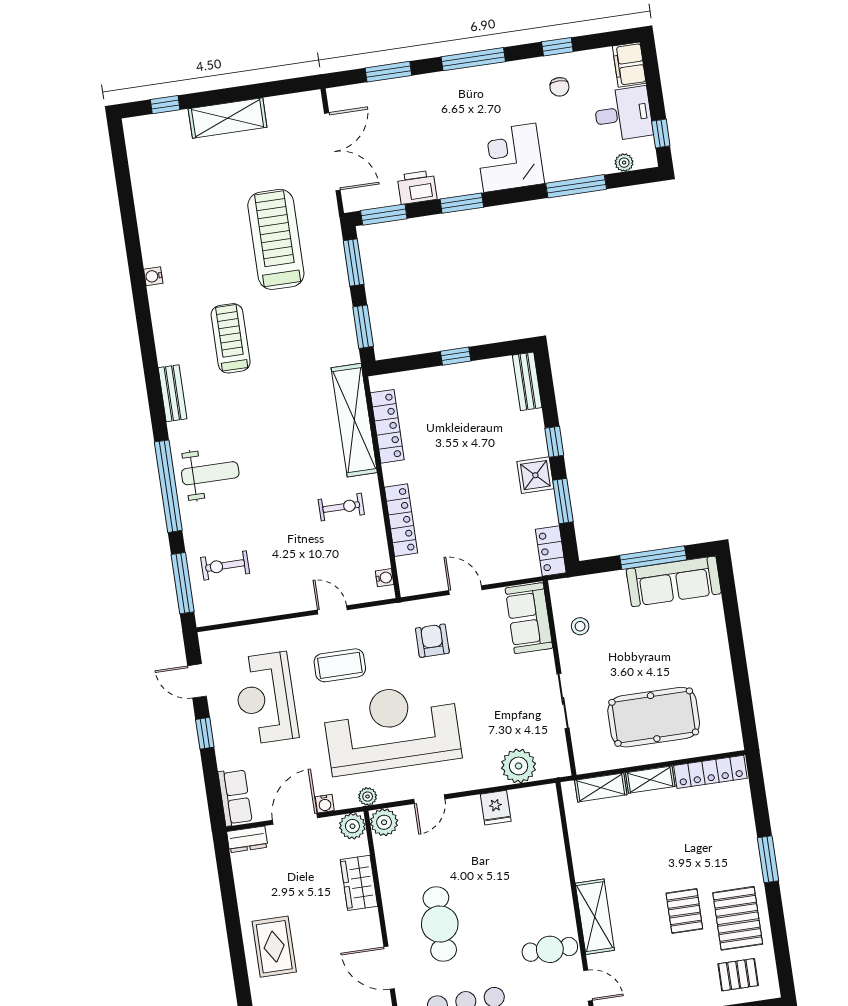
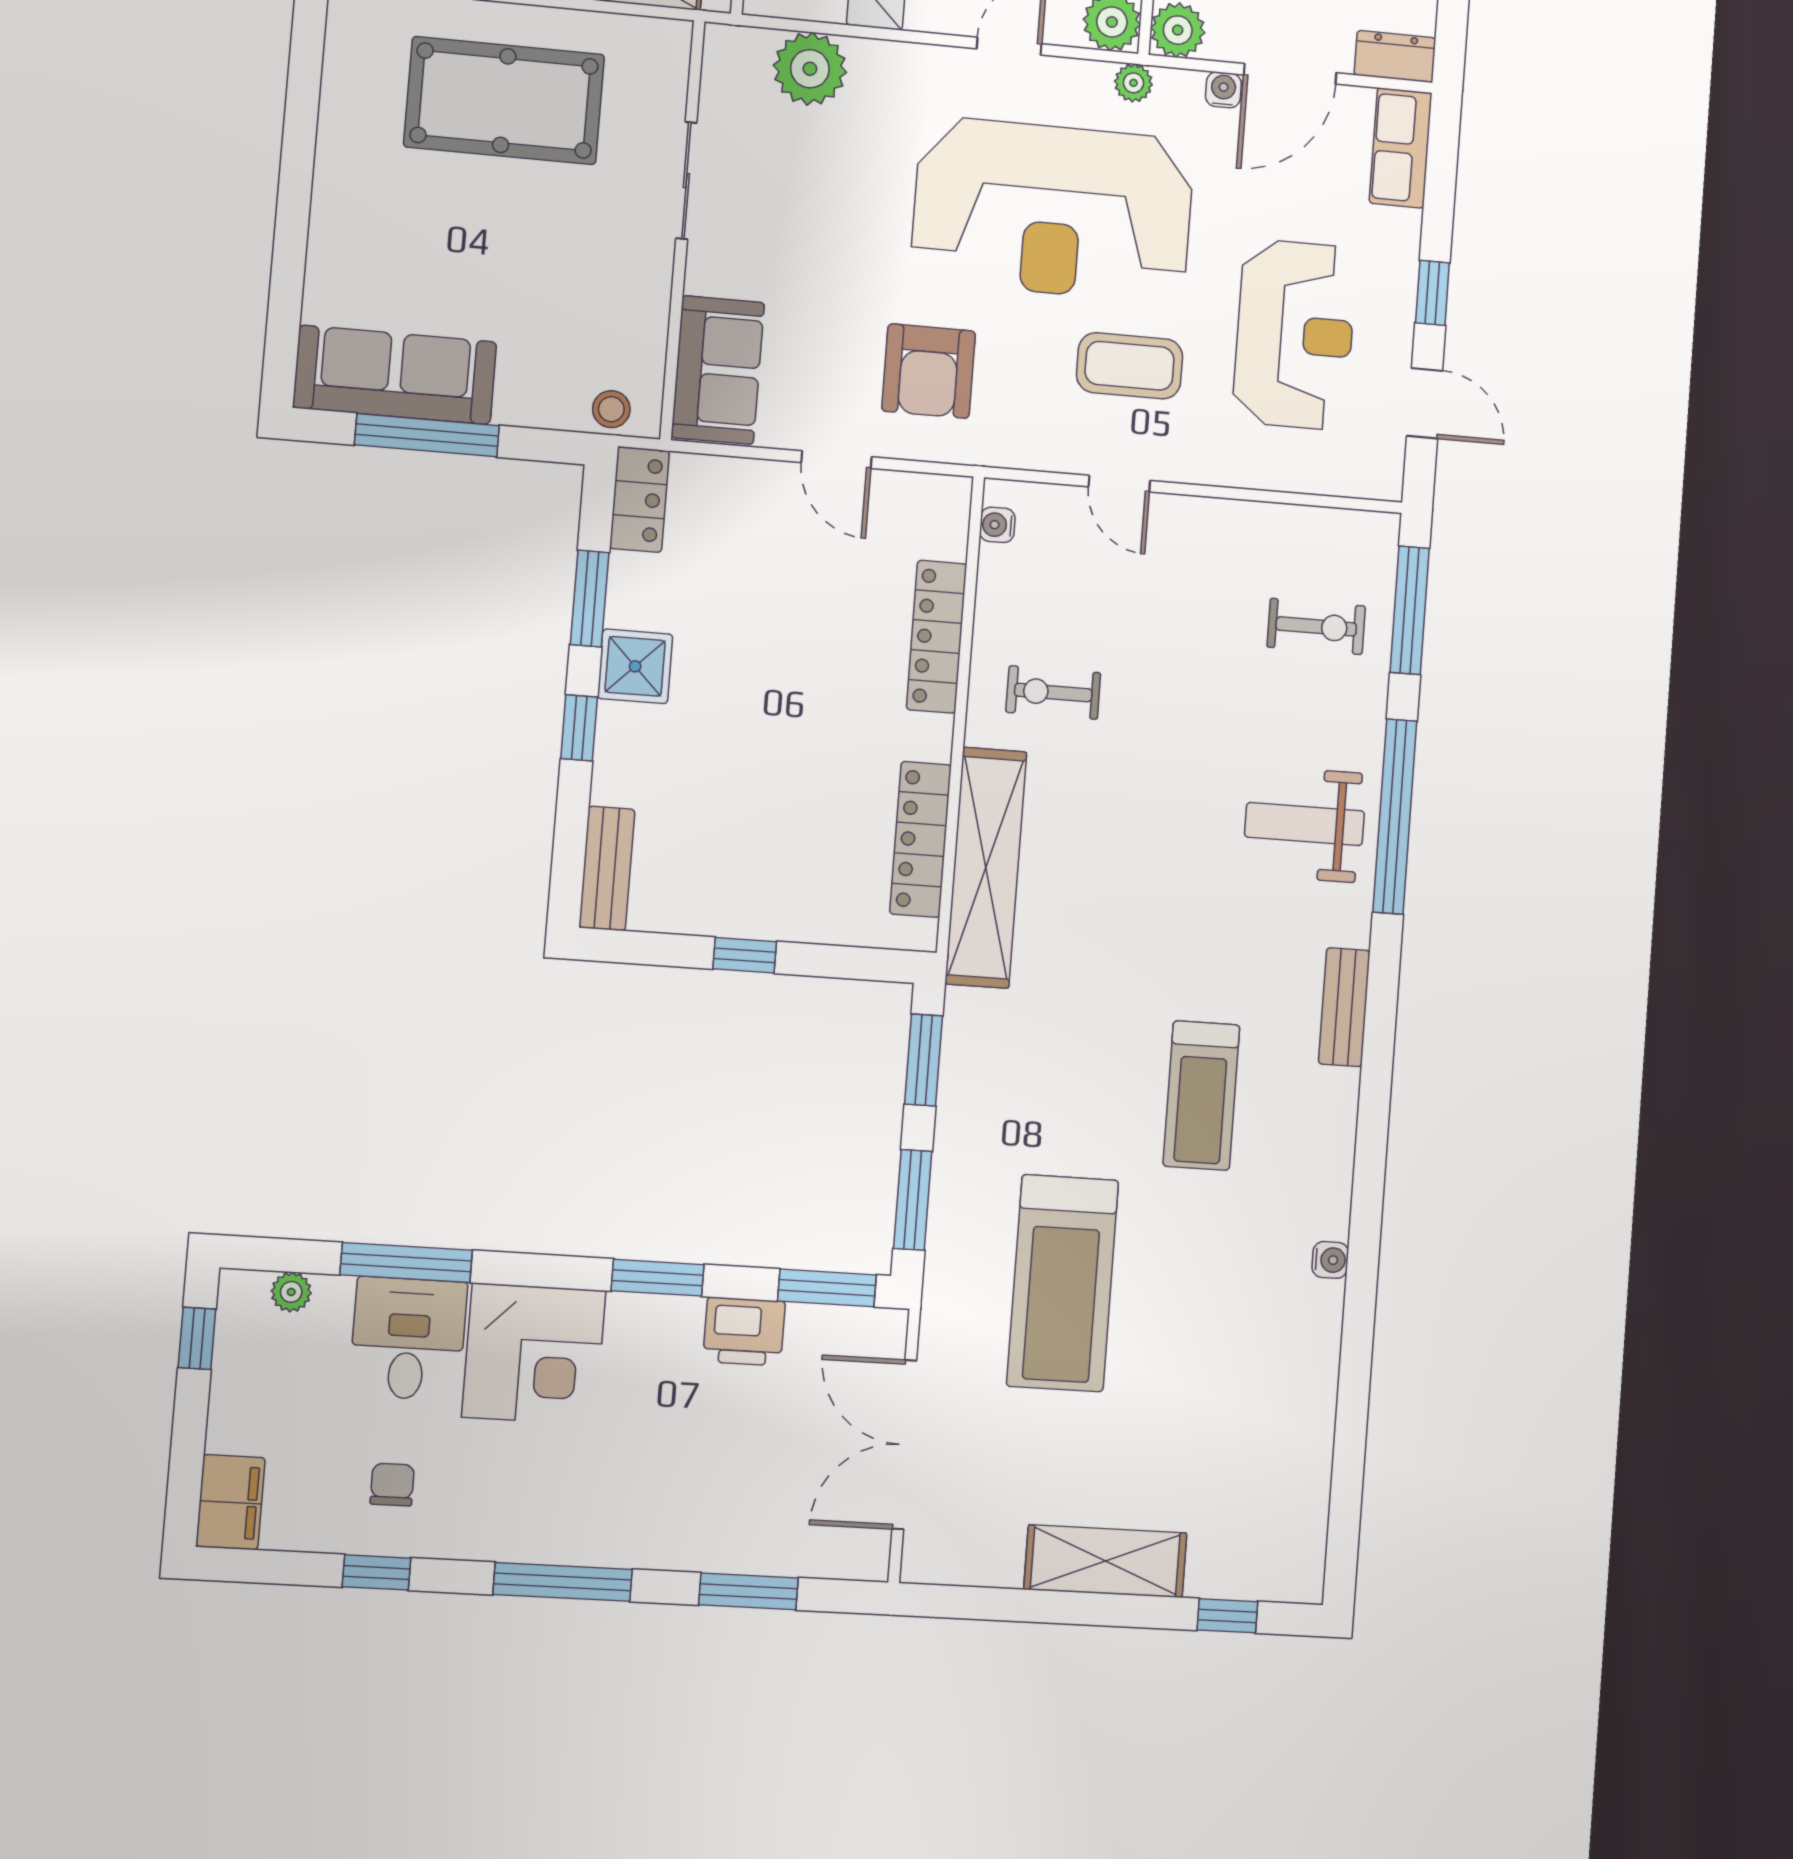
desk: (623, 114) -> (408, 1339), moved, turned 90
stool: (580, 626) -> (611, 409), moved
armchair: (432, 641) -> (929, 371), width x1.38, depth x1.38

